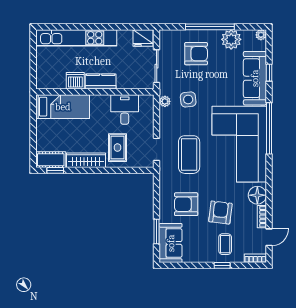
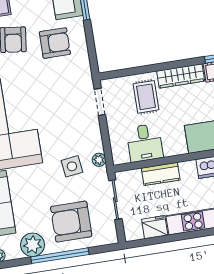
fridge: (143, 38) -> (155, 227), moved
armchair: (196, 54) -> (71, 222), width x1.36, depth x1.36
kitchen counter: (101, 81) -> (161, 174), moved
coffee table: (189, 155) -> (61, 102), removed

